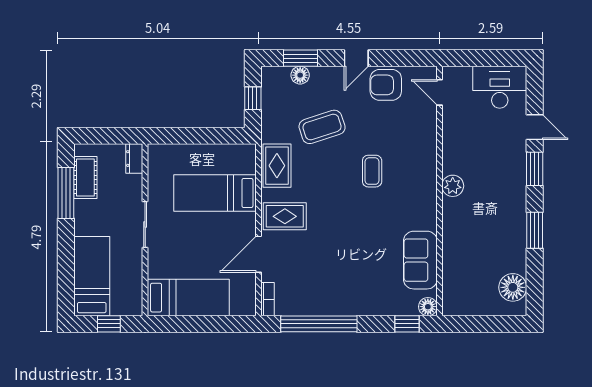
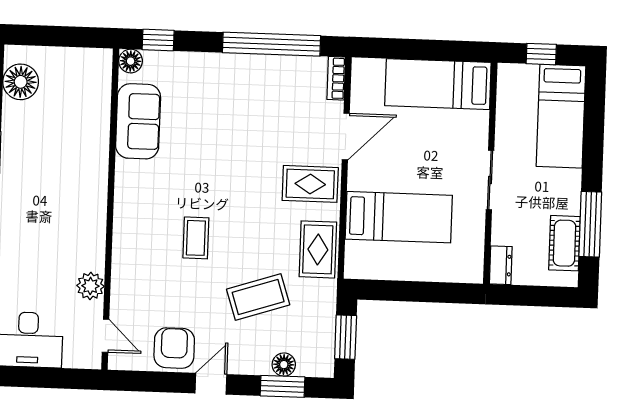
armchair: (386, 85) -> (174, 348), turned -90
window: (253, 98) -> (346, 337), width x1.50
plant: (453, 186) -> (90, 286), moved

